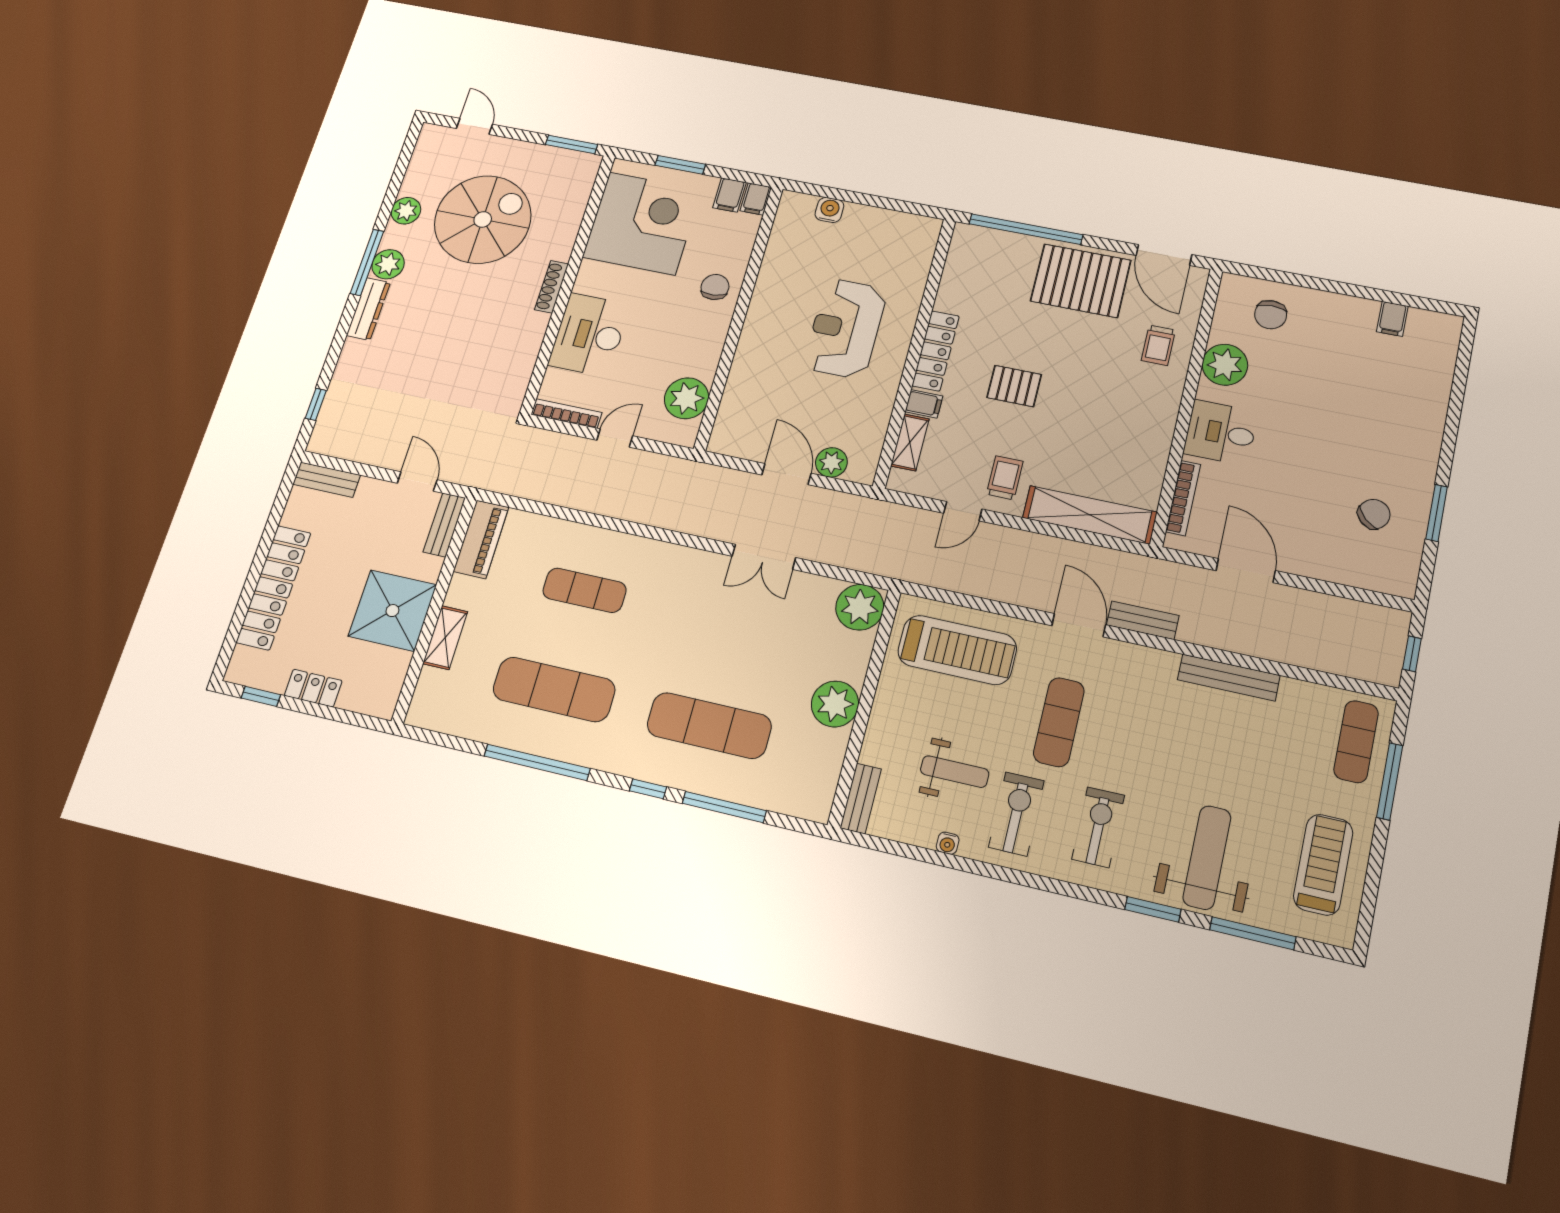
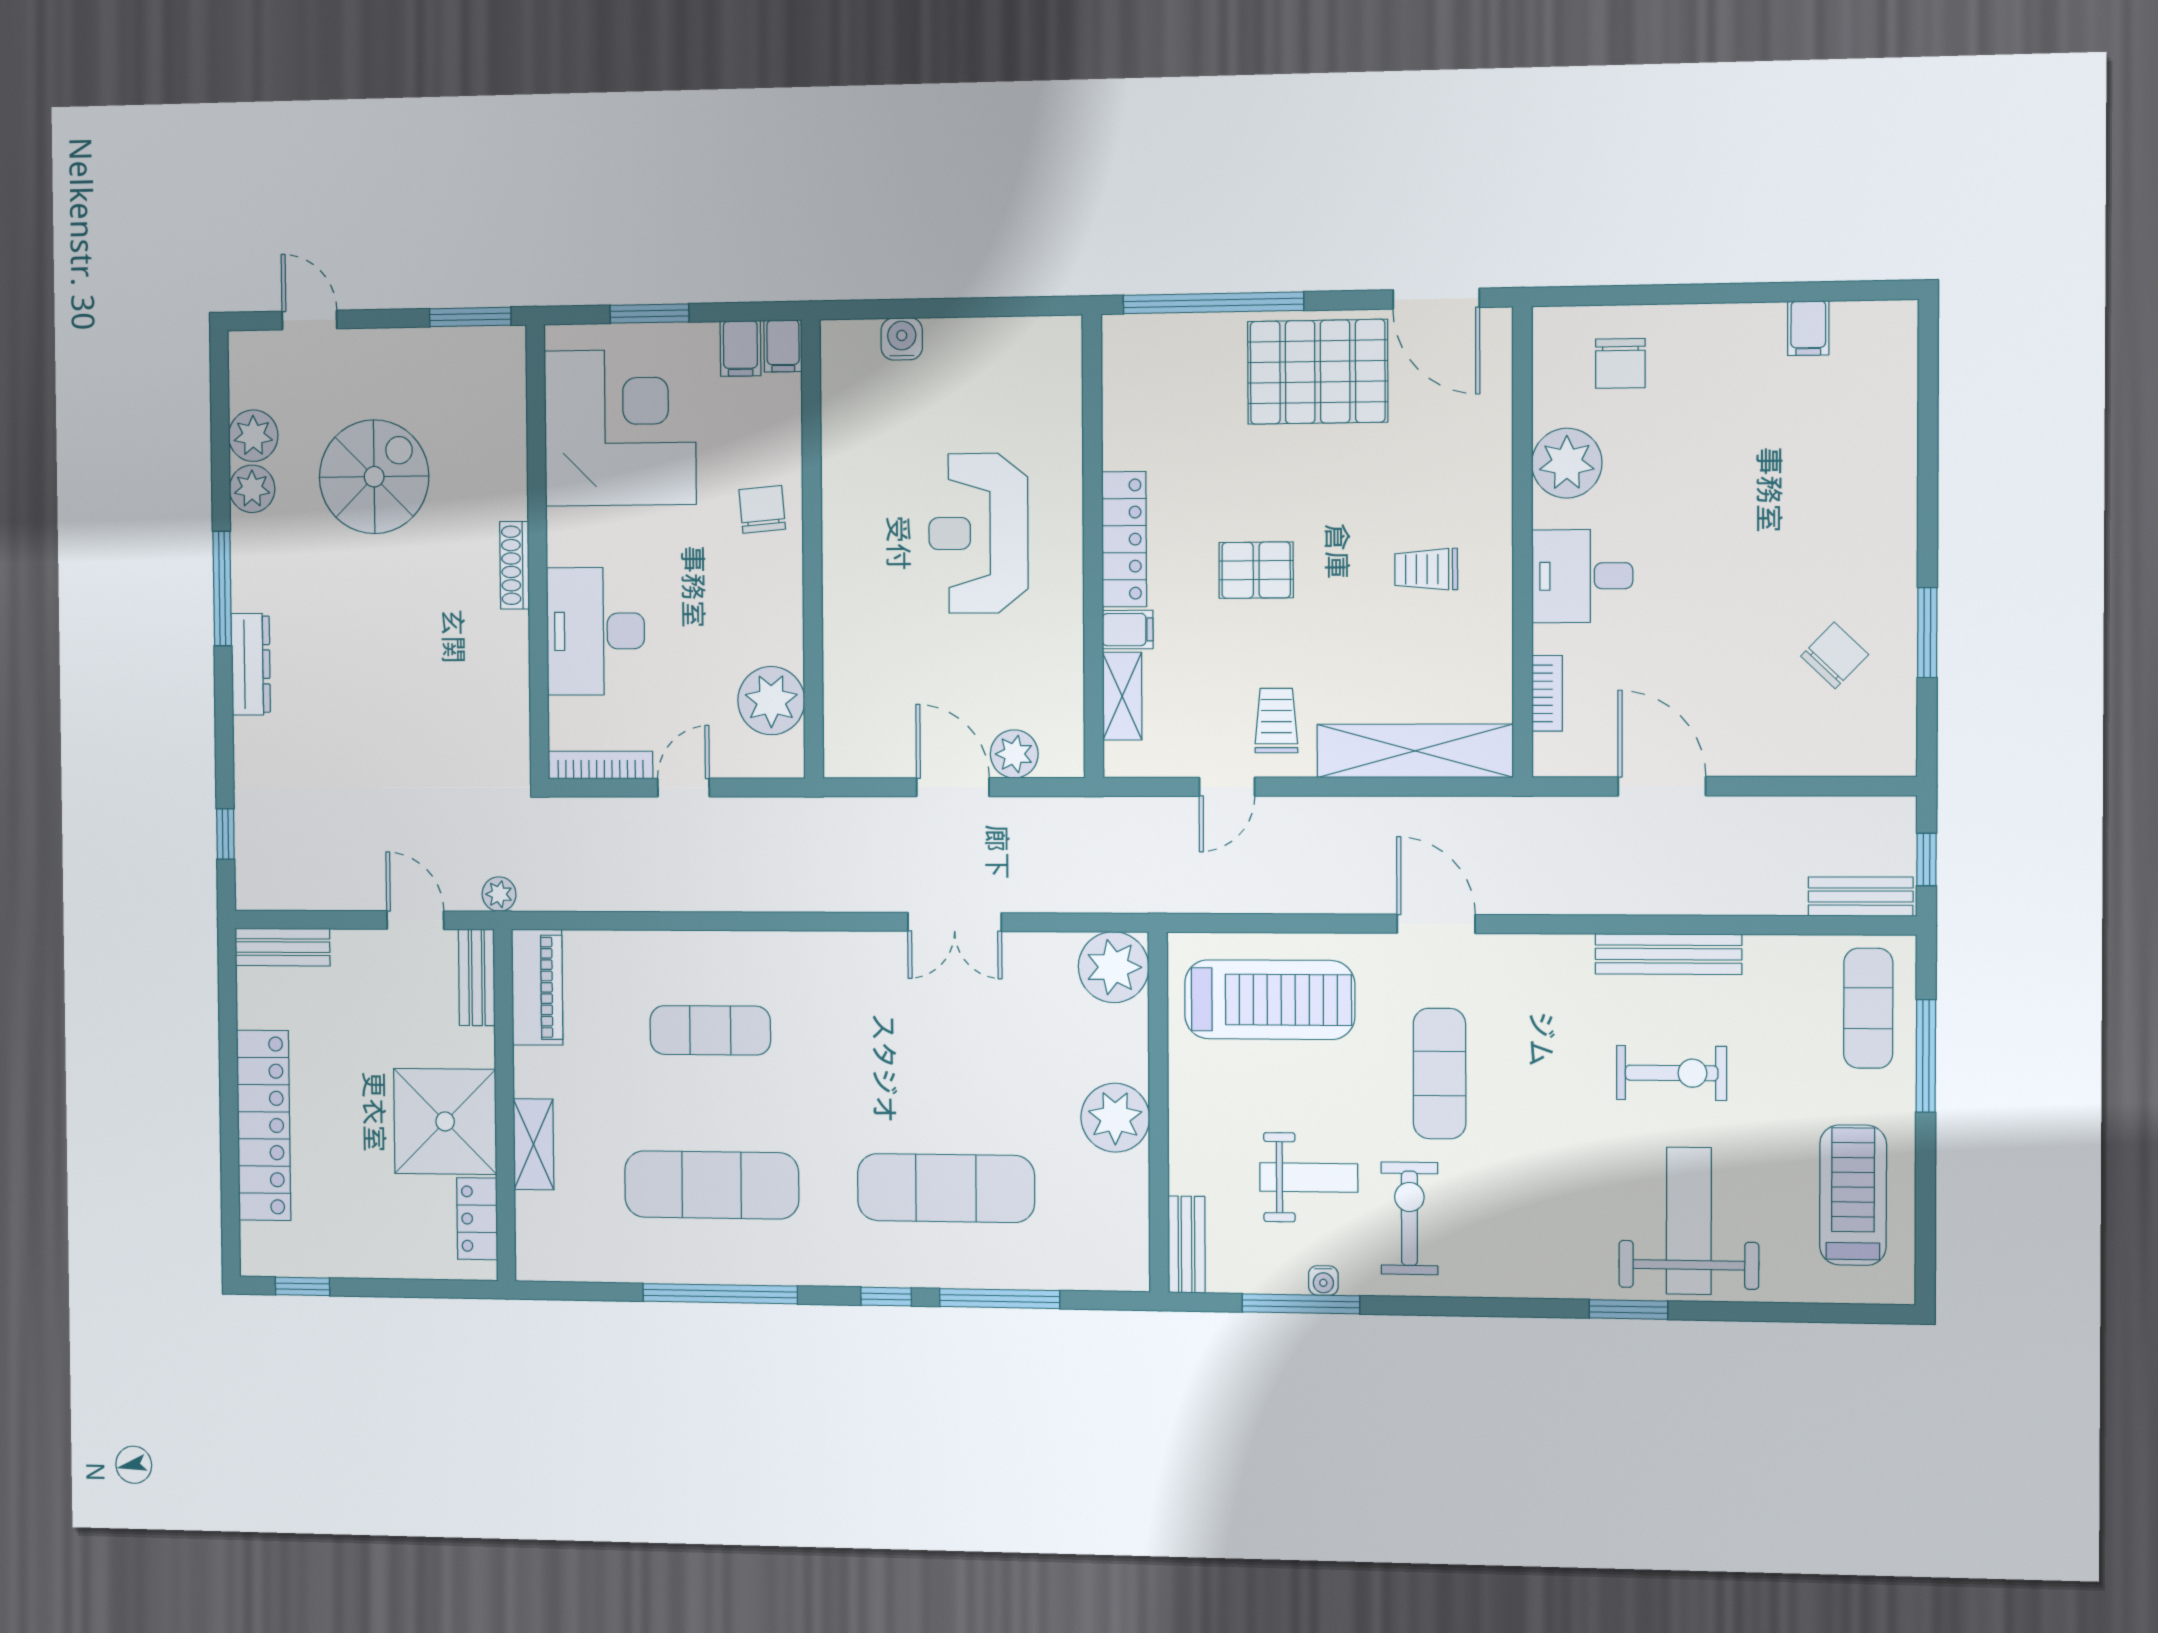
spiral stairs: (483, 219) -> (374, 477), width x0.73, depth x0.73
plant: (388, 264) -> (253, 436), moved
trolley: (1158, 345) -> (1426, 569), moved, turned 90
plant: (476, 477) -> (499, 894), added
bookcase: (1183, 498) -> (1547, 693), width x0.64
bench: (1143, 620) -> (1861, 897), moved
locker: (313, 688) -> (477, 1219), moved, turned -90
exercise bike: (1098, 827) -> (1672, 1073), moved, turned 90
window: (1253, 933) -> (1301, 1304), moved

